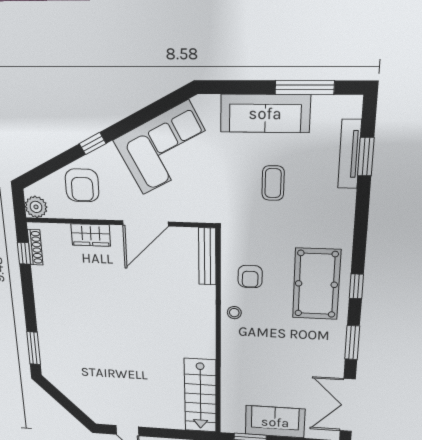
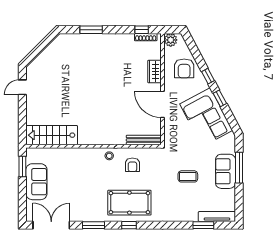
window: (305, 87) -> (239, 168), moved
sofa: (265, 113) -> (225, 171), width x0.73
window: (131, 123) -> (220, 98), added
tv unit: (350, 154) -> (217, 216), moved
armchair: (82, 185) -> (184, 68), turned -90
armchair: (250, 277) -> (132, 165), turned -90
window: (34, 348) -> (91, 30), moved

